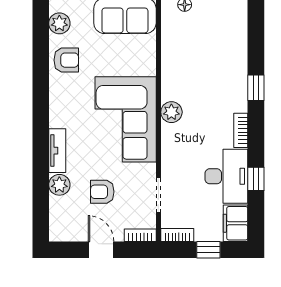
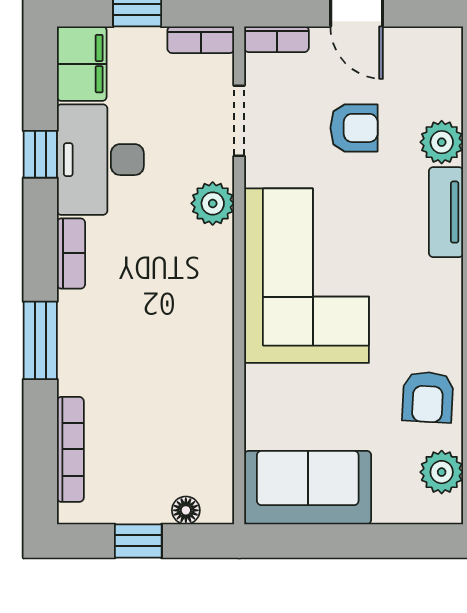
bookcase: (241, 34) -> (70, 449), added
armchair: (66, 60) -> (428, 397), turned -87
window: (256, 88) -> (40, 340), width x1.50
plant: (171, 112) -> (213, 203), moved

